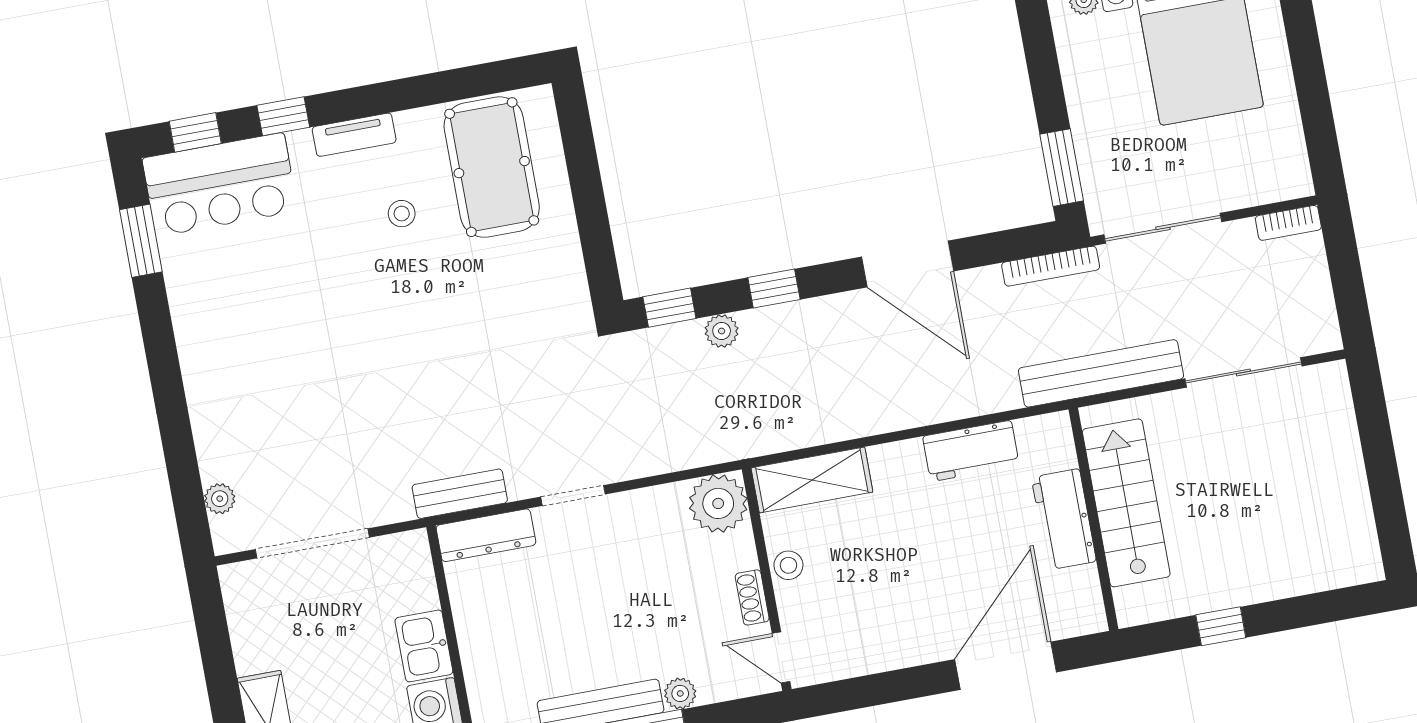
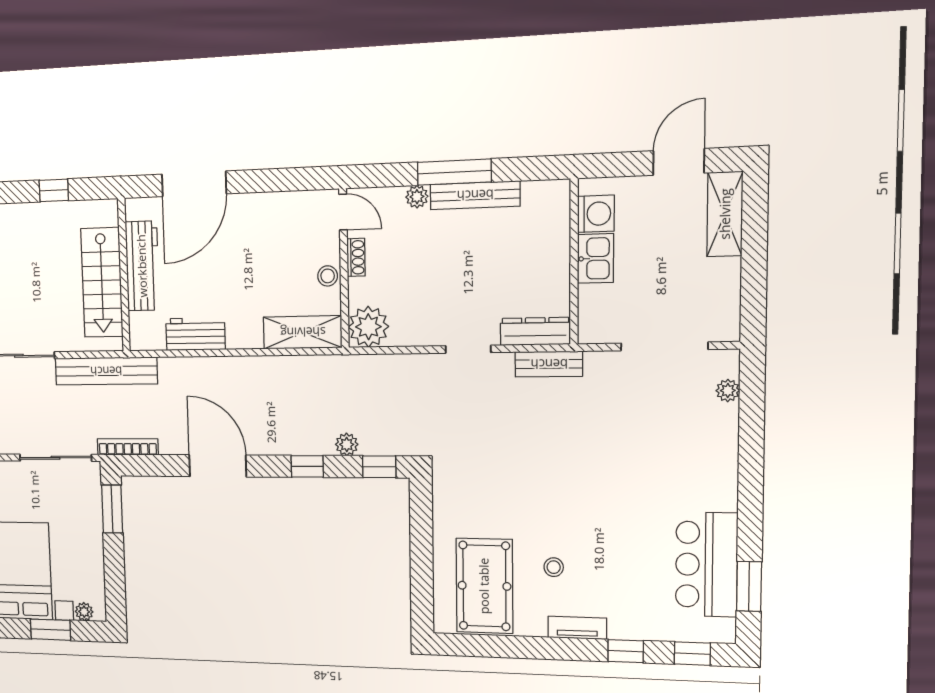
bar counter: (220, 185) -> (706, 565), moved, turned -90
workbench: (1064, 519) -> (142, 266), width x1.37

